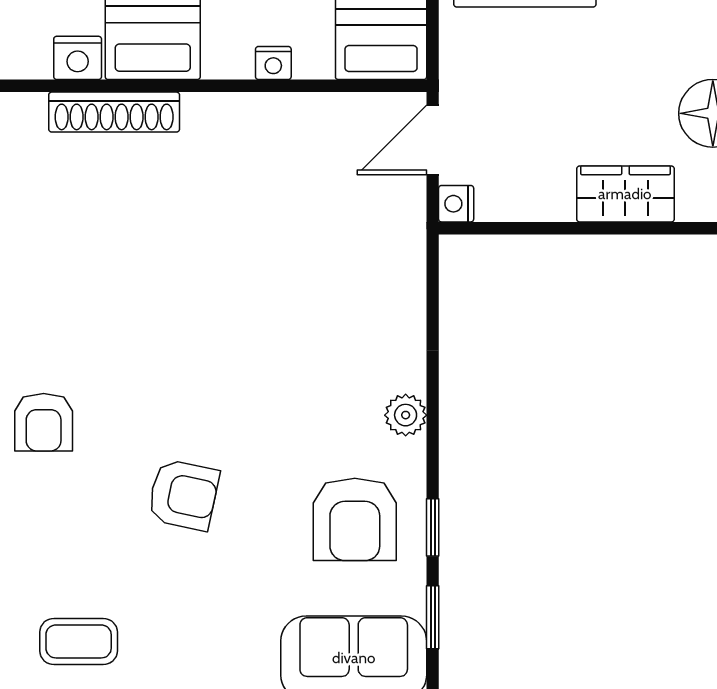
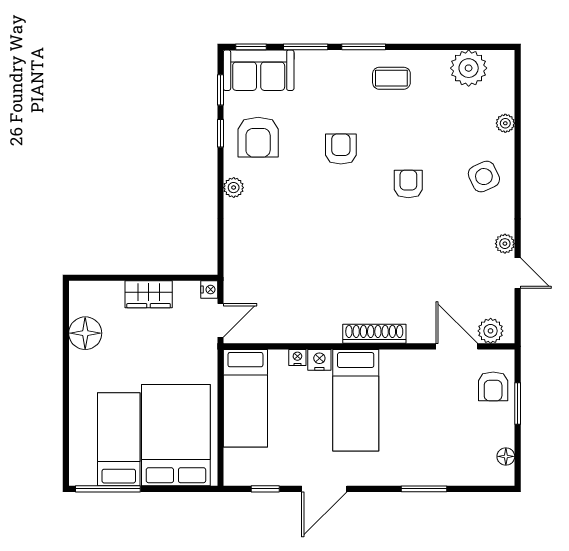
nightstand: (78, 58) -> (319, 360), moved
wardrobe: (625, 194) -> (149, 294), moved
armchair: (183, 495) -> (341, 149), turned 78
armchair: (355, 519) -> (258, 137), turned 180

